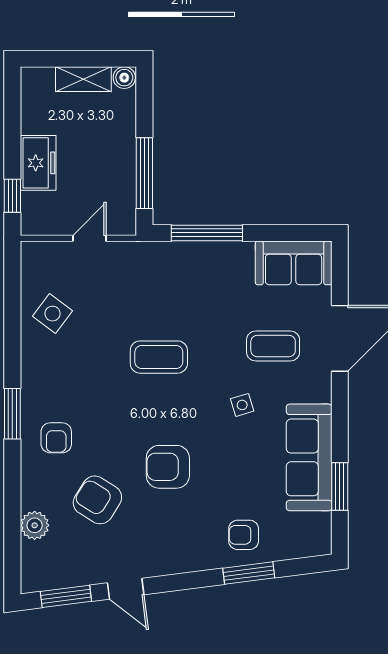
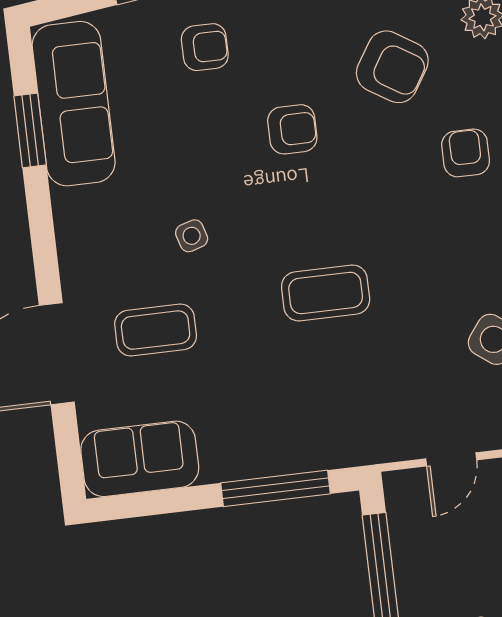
sofa: (309, 457) -> (74, 104), moved
armchair: (168, 467) -> (292, 129), width x0.72, depth x0.72
armchair: (244, 535) -> (205, 47), moved

